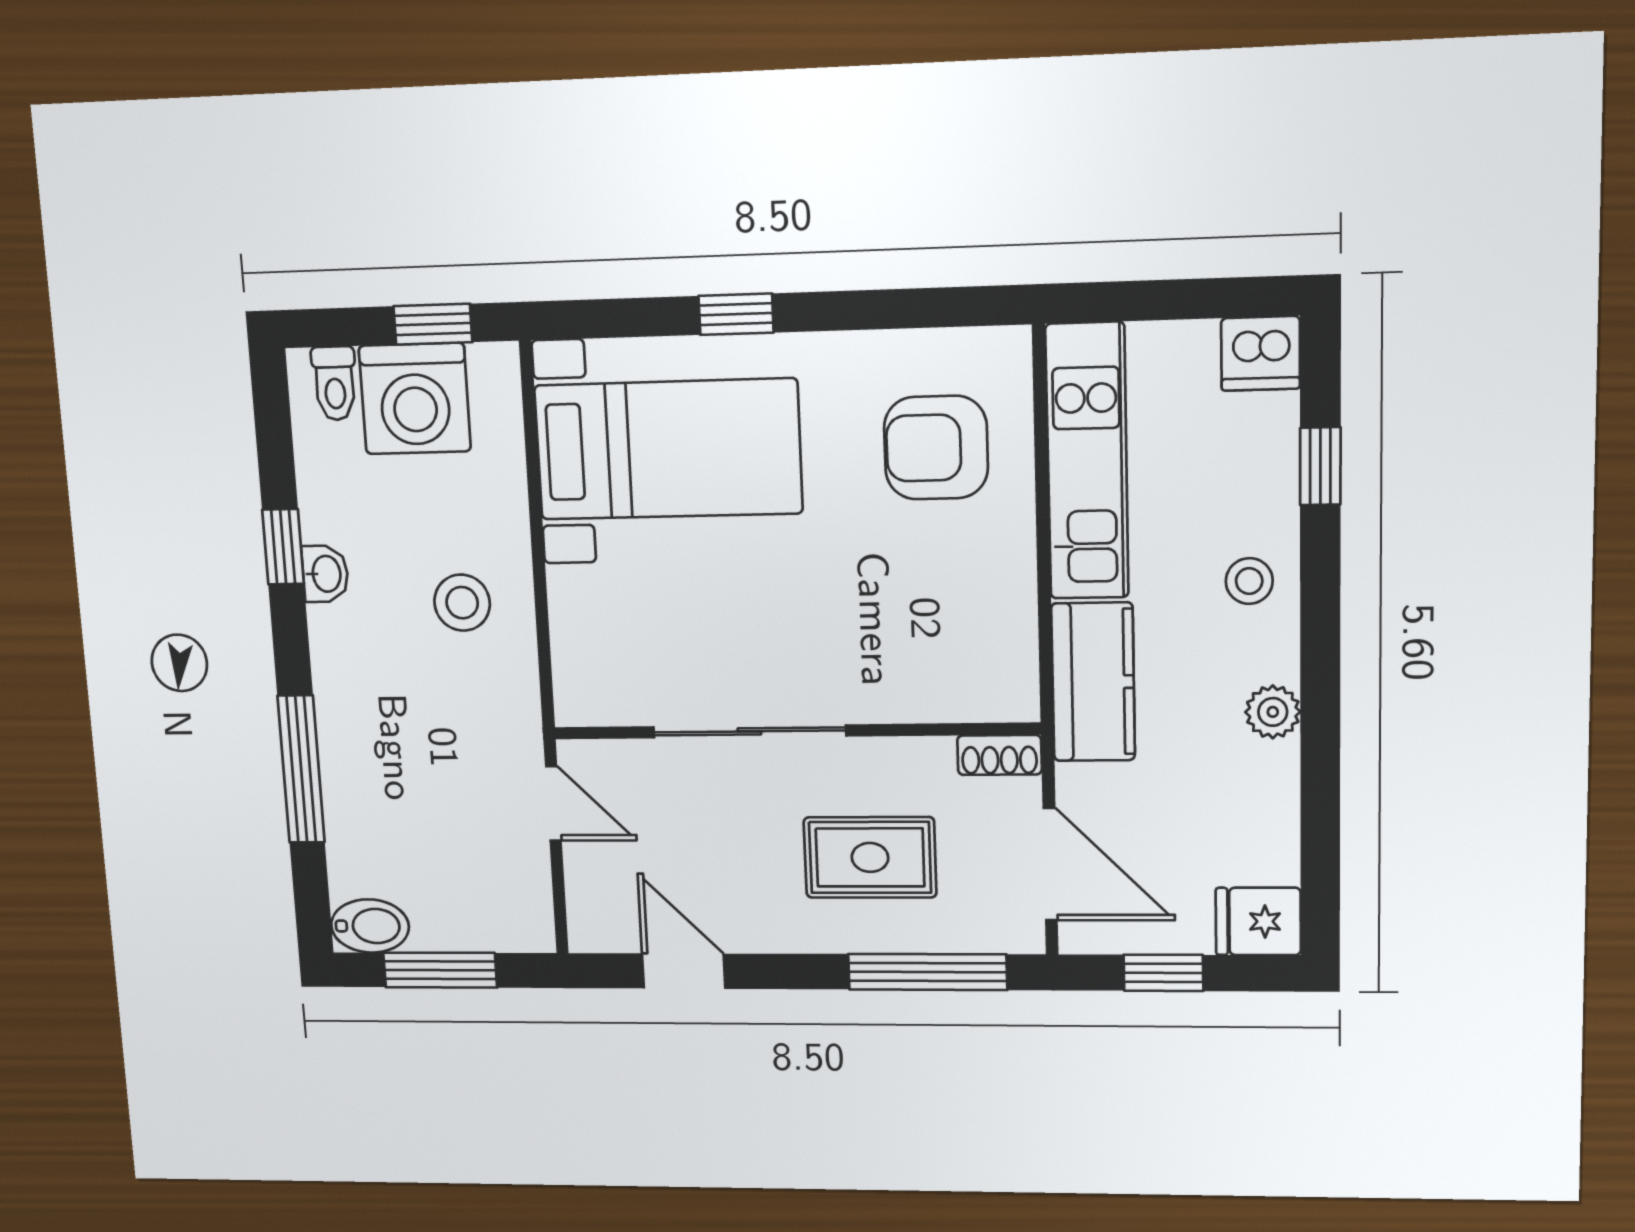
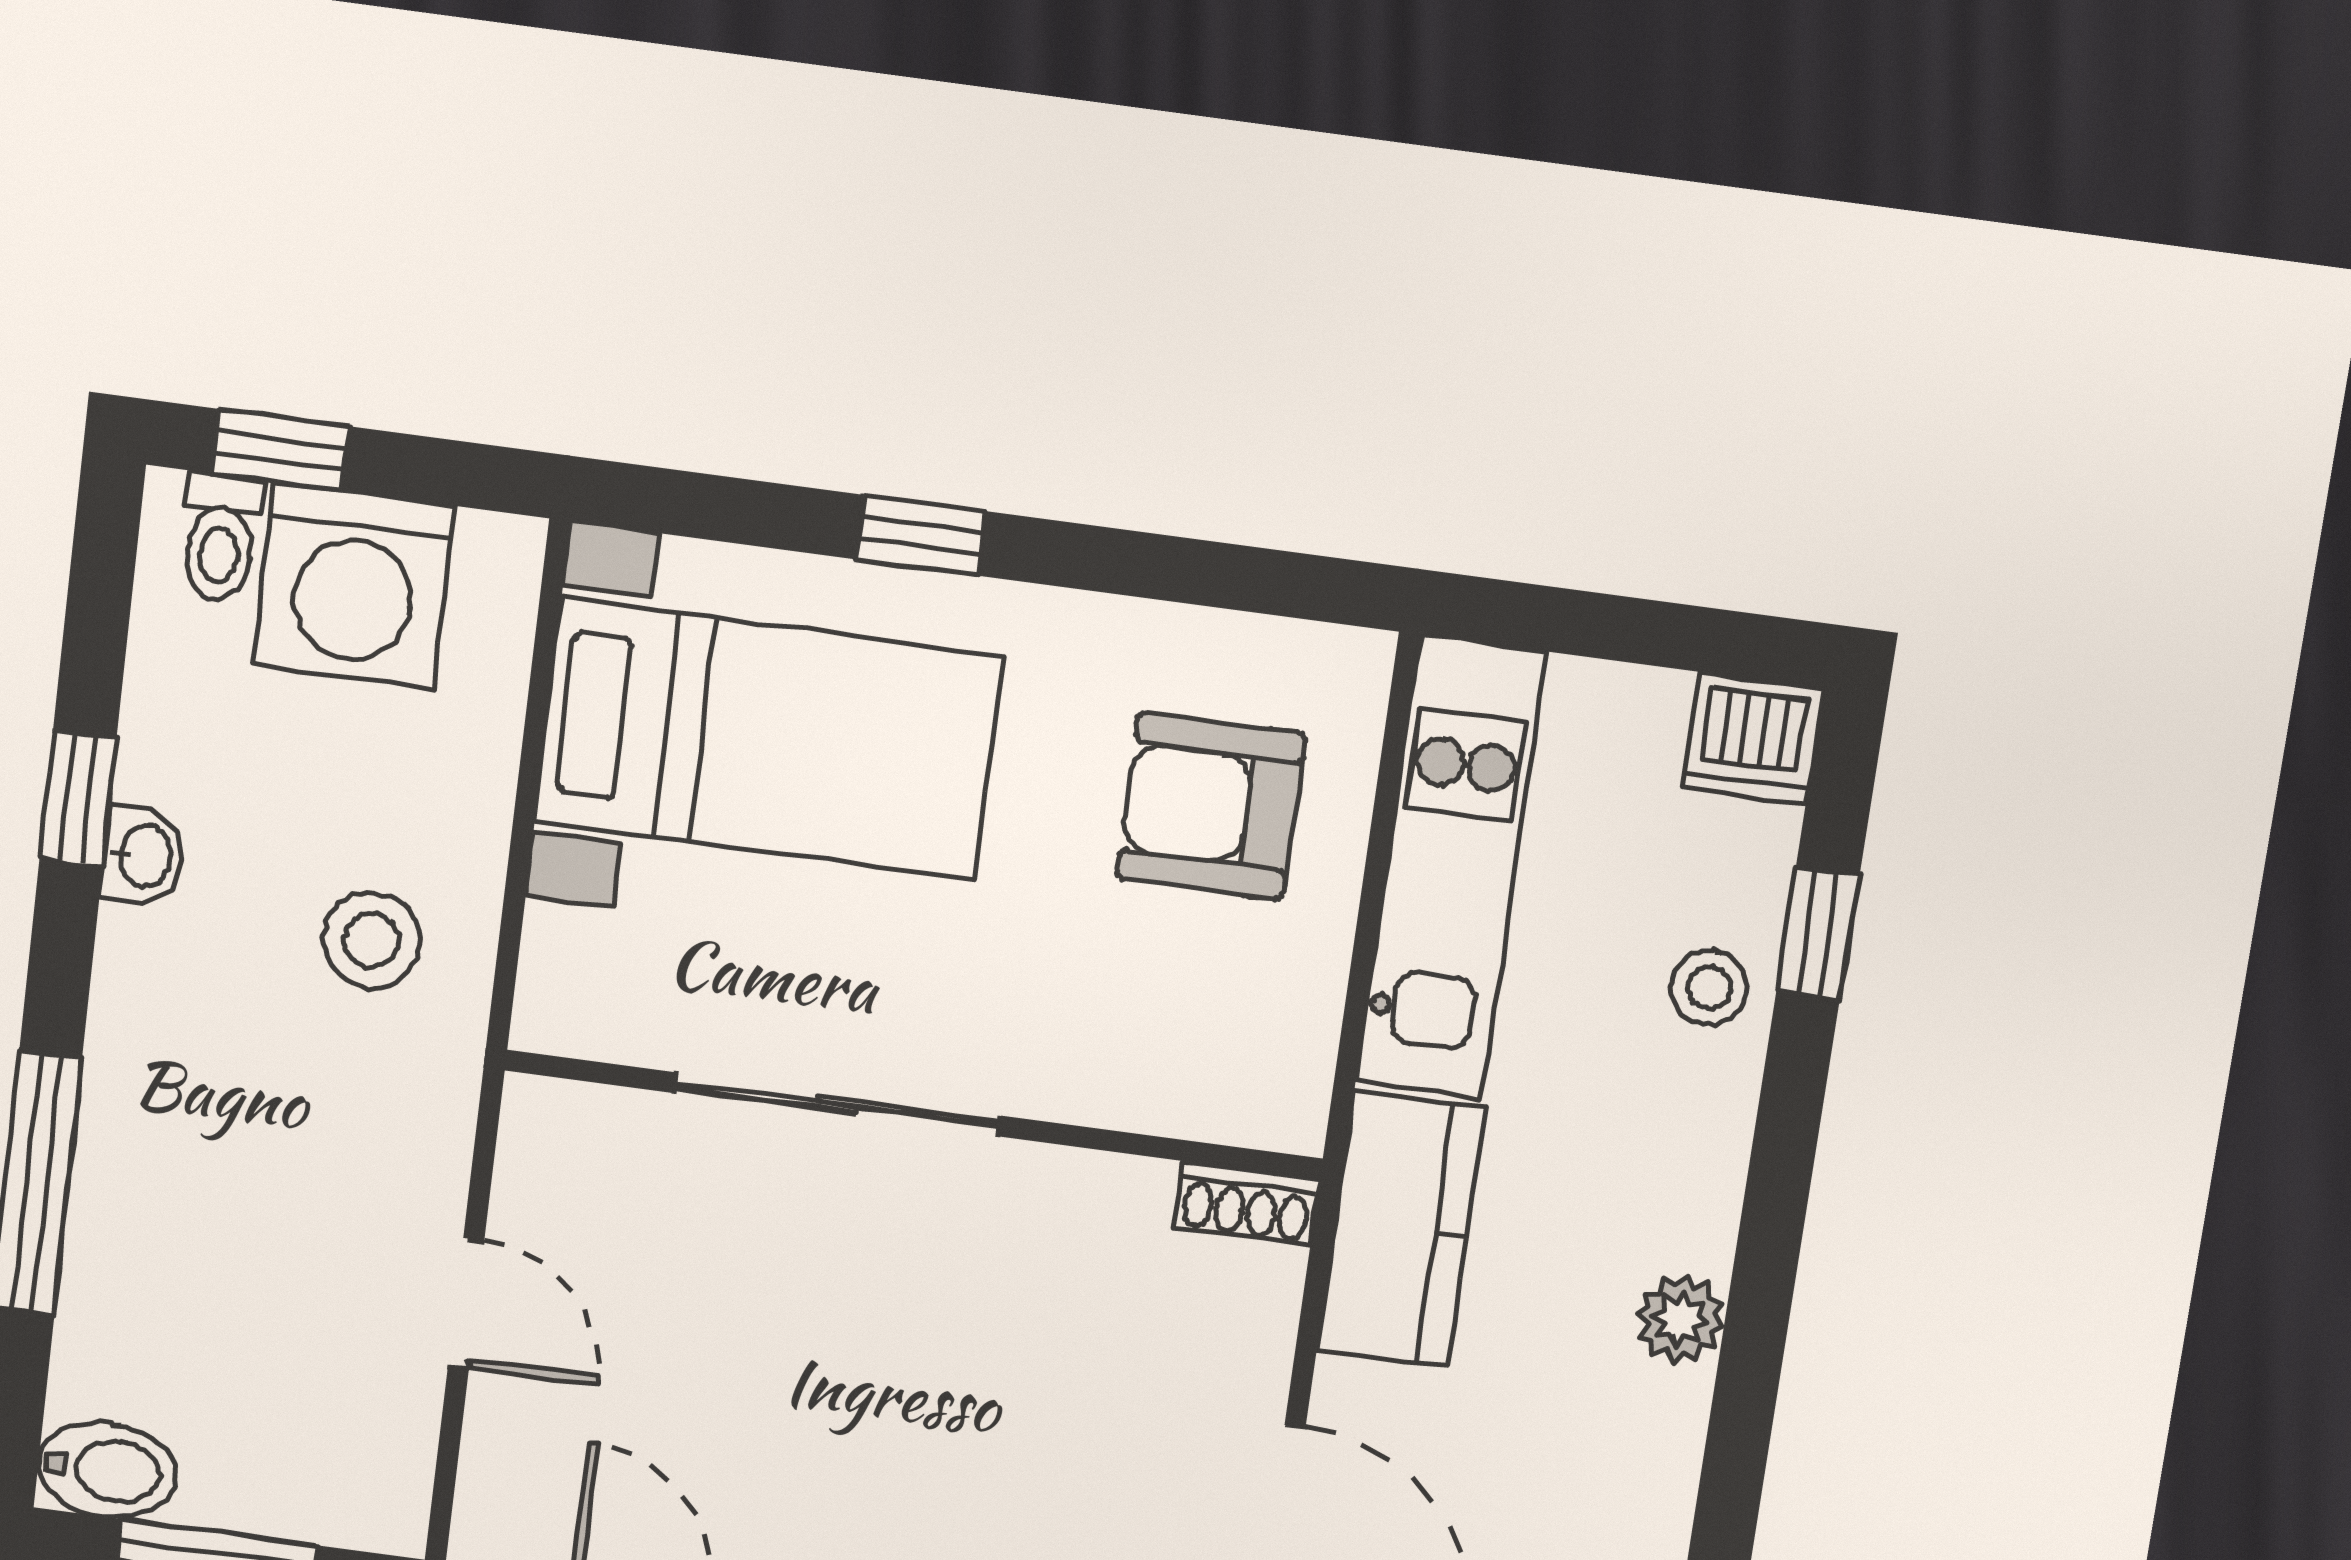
window: (433, 324) -> (281, 450), moved
stool: (1249, 581) -> (1709, 988), moved
sliding door: (749, 731) -> (837, 1104), moved
wall: (795, 731) -> (914, 1115), moved
shoe rack: (999, 755) -> (1246, 1203), moved
rug: (870, 857) -> (986, 1468), removed

